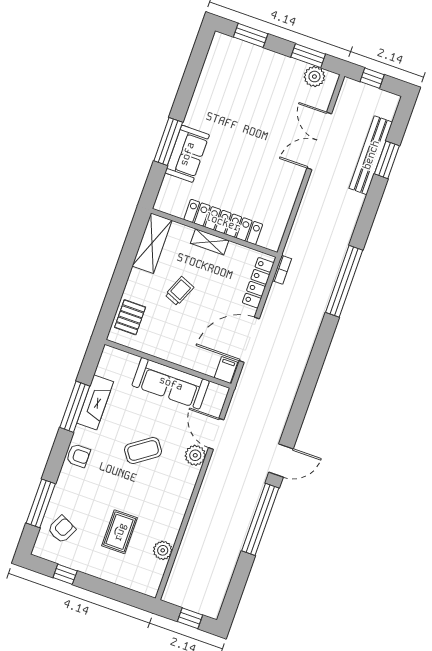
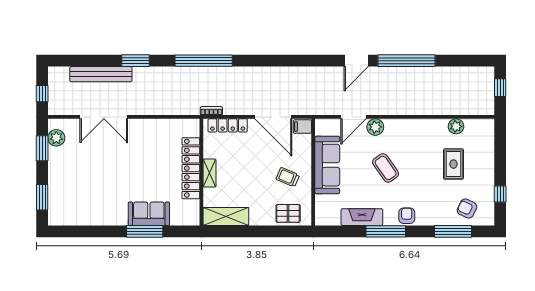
window: (387, 160) -> (136, 61), moved
trolley: (179, 291) -> (288, 177), moved
window: (75, 407) -> (386, 231), moved
door: (281, 460) -> (356, 61), swing flipped
rug: (120, 532) -> (453, 164), turned 90

